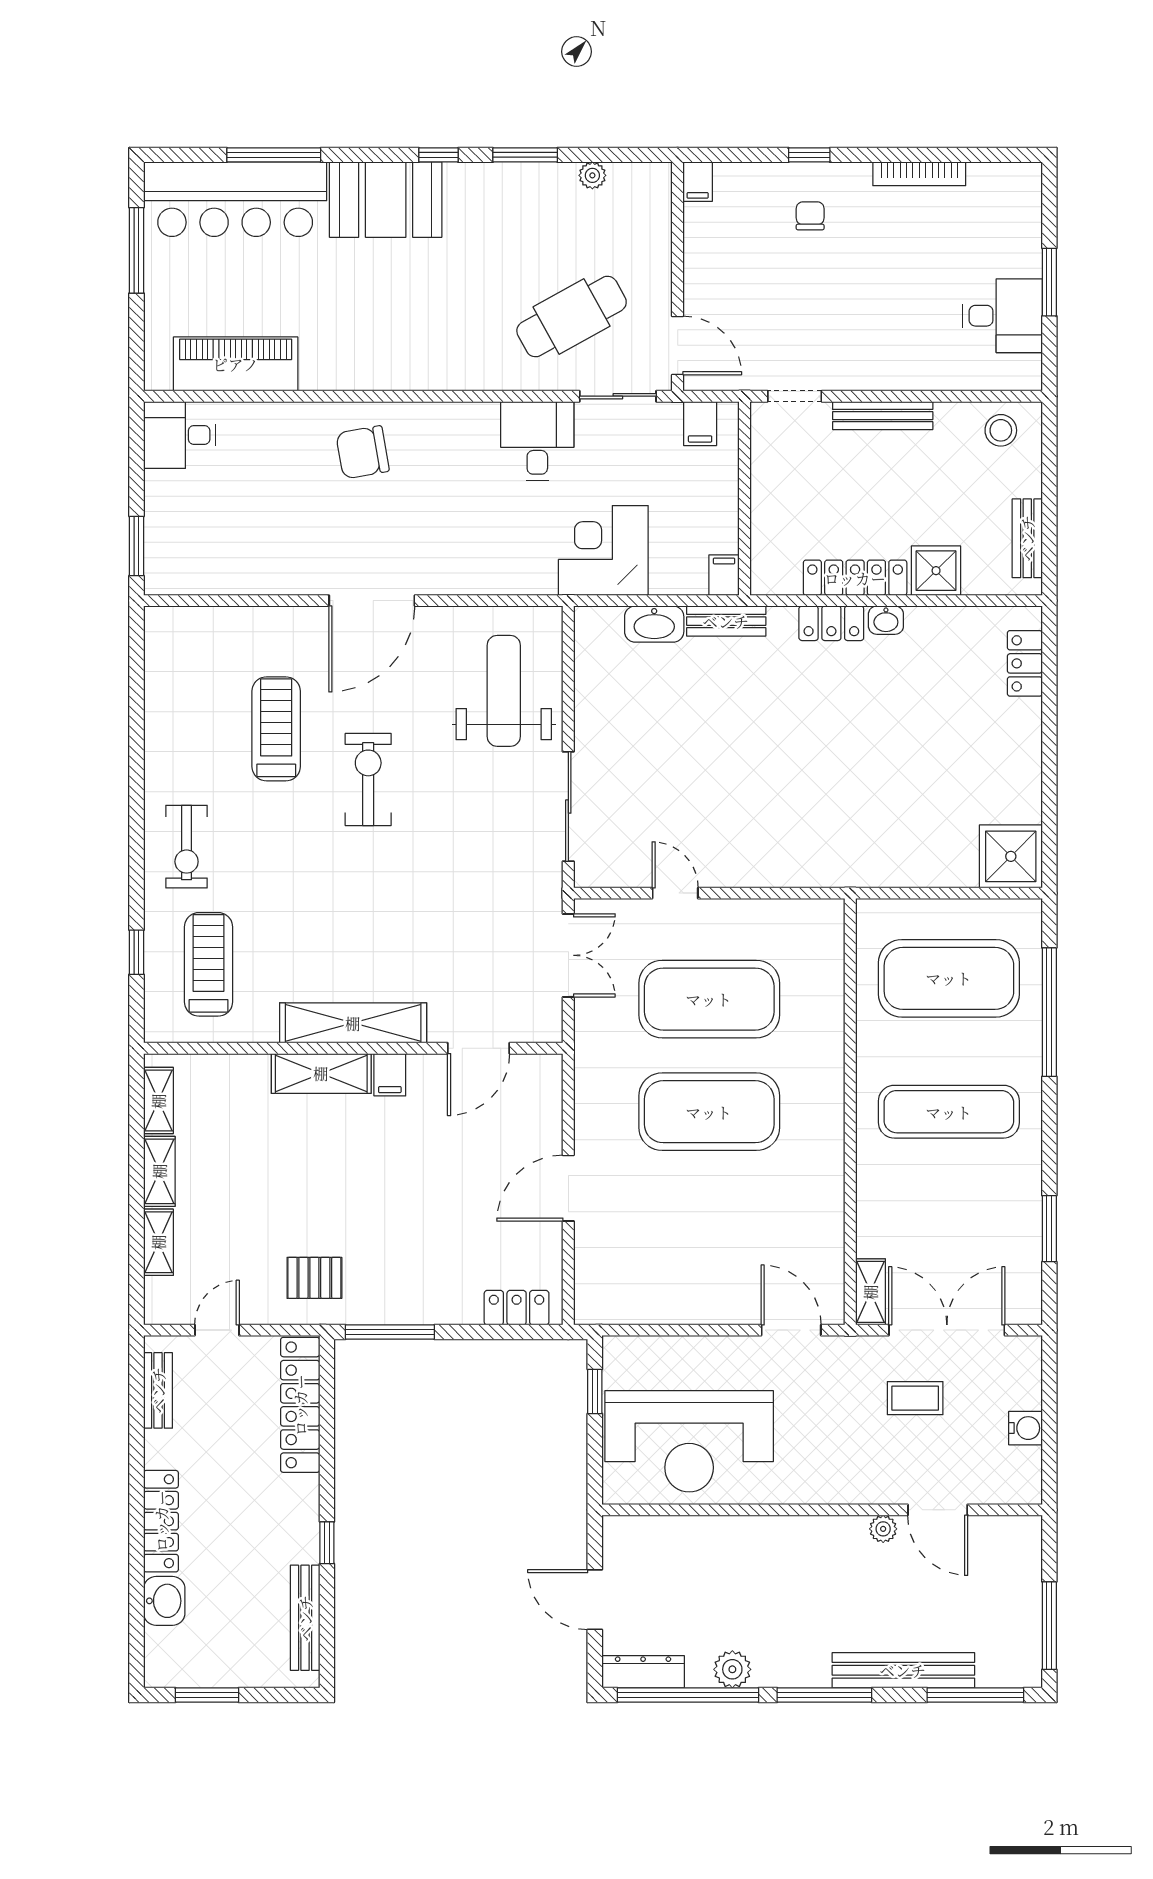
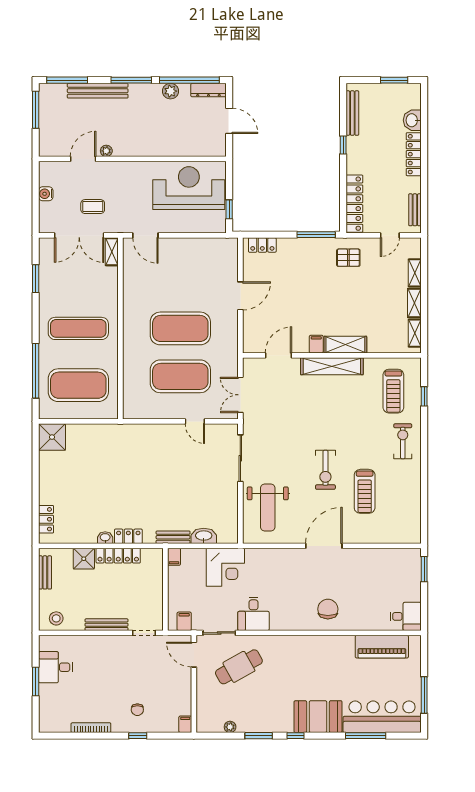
chair: (363, 452) -> (328, 609), turned -80
door: (938, 1510) -> (83, 159), hinge flipped

